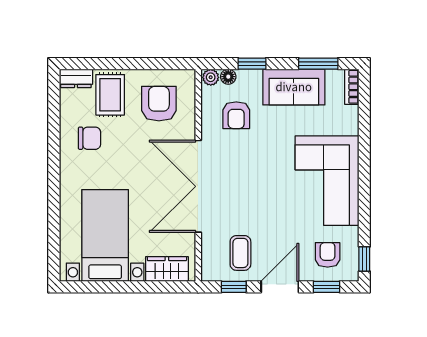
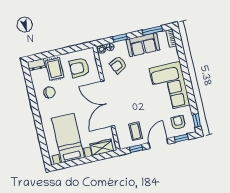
armchair: (159, 104) -> (79, 68), turned -90
armchair: (236, 115) -> (118, 65), turned 64

